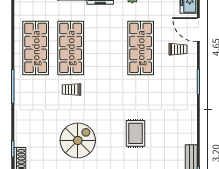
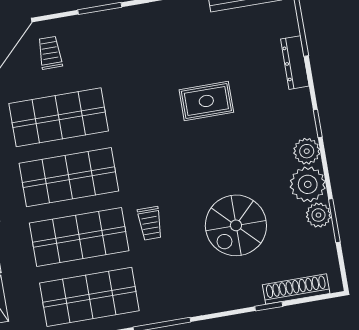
shop shelf: (106, 48) -> (69, 177), added
spiral stairs: (78, 140) -> (236, 225), moved, turned -90

